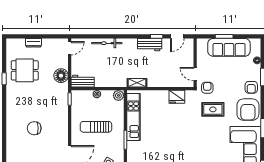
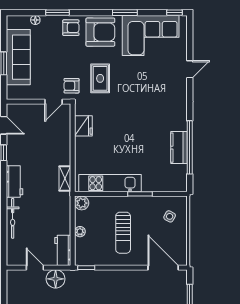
workbench: (150, 45) -> (15, 182), moved
door: (70, 48) -> (35, 268), moved

